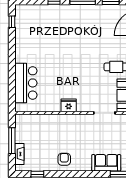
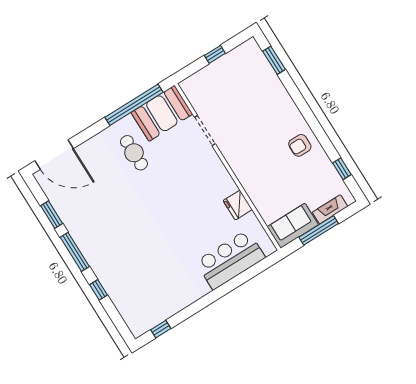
fridge: (69, 105) -> (238, 205), moved
sofa: (106, 163) -> (293, 226), moved, turned 90

